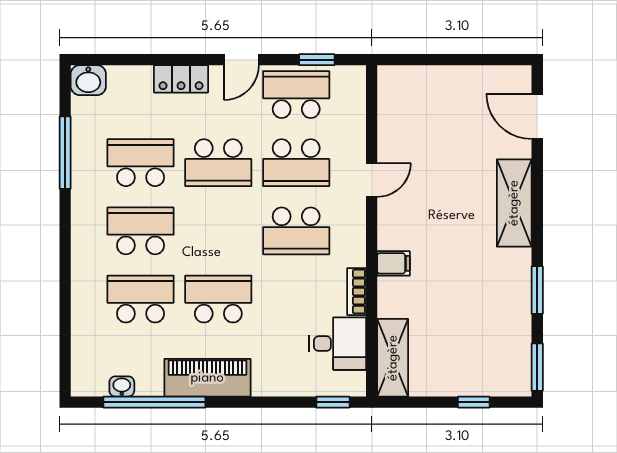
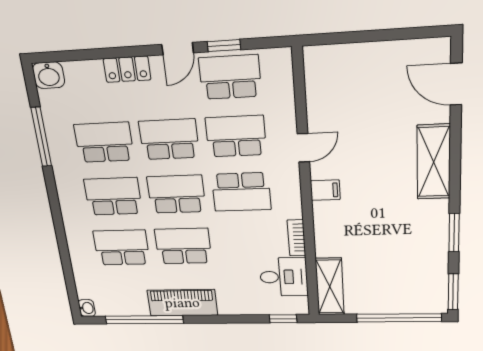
window: (317, 60) -> (224, 46), moved
school desk: (218, 163) -> (169, 139), turned 180
school desk: (296, 163) -> (236, 136), turned 180
school desk: (218, 231) -> (176, 194), added
filing cabinet: (393, 263) -> (325, 190), moved
washbasin: (122, 386) -> (87, 308), moved, turned 90
window: (474, 402) -> (399, 318), width x3.17

